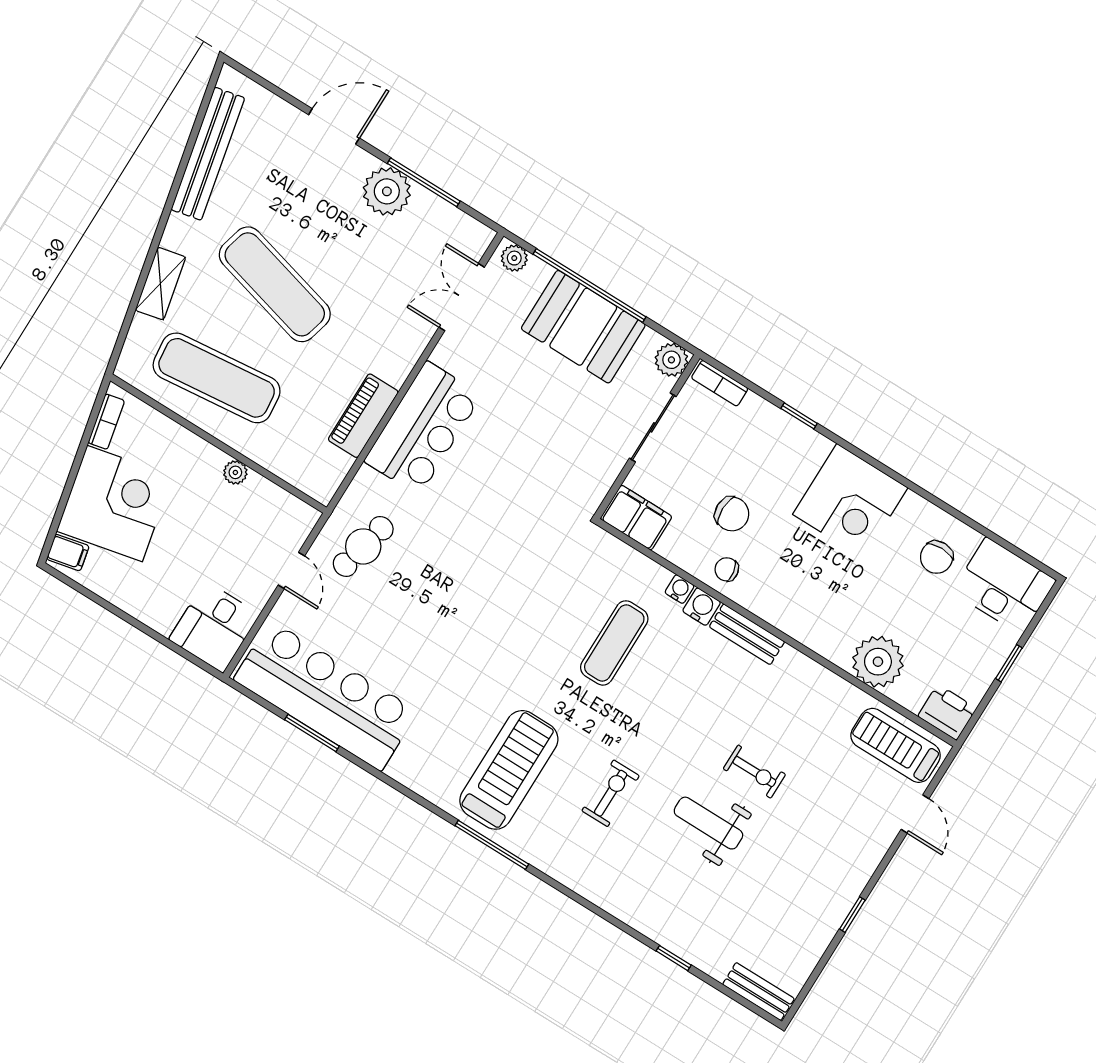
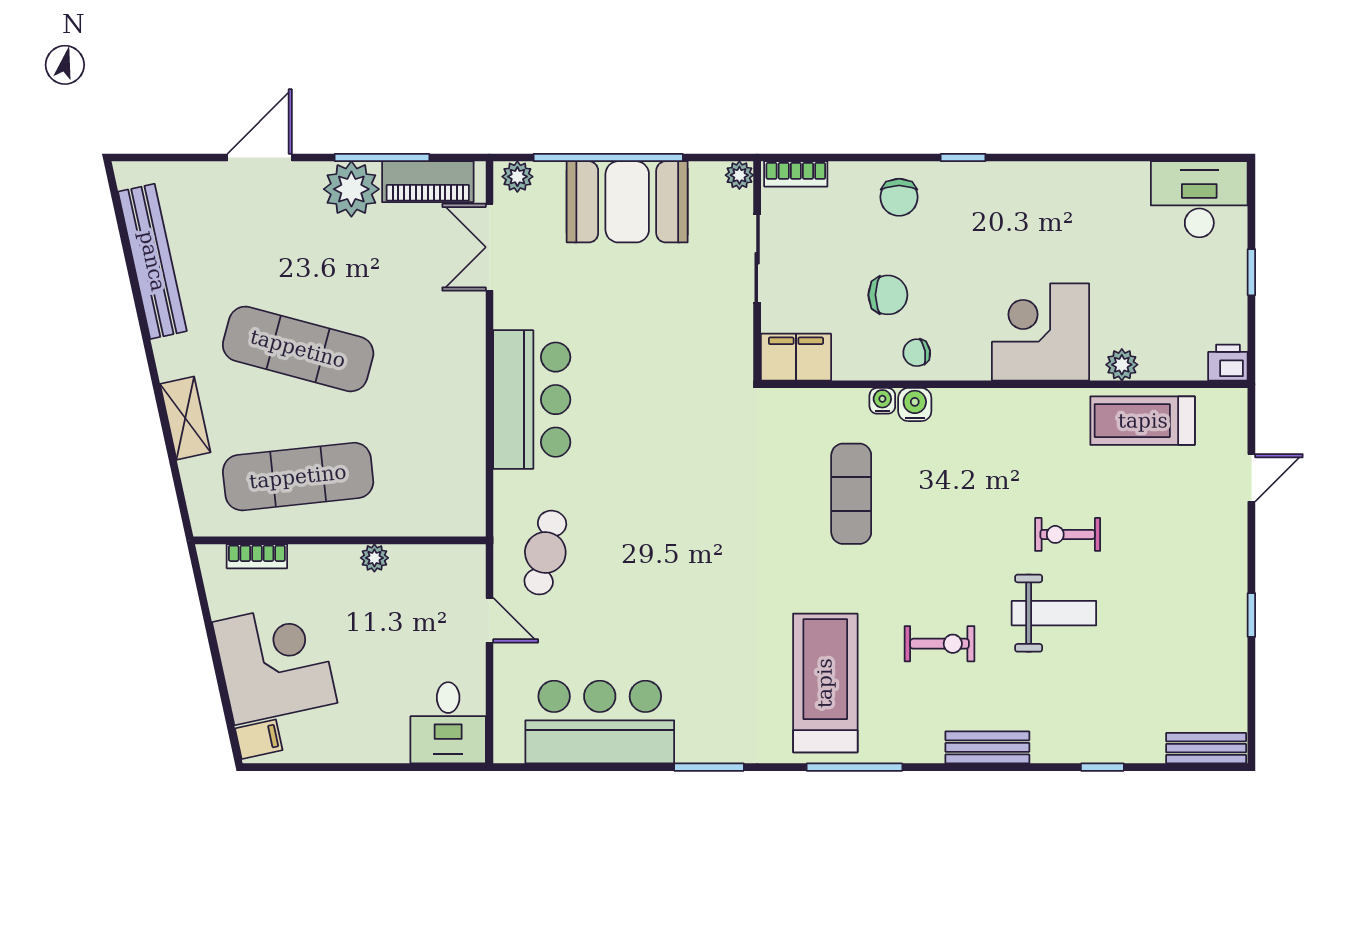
plant: (671, 360) -> (739, 175), width x0.73, depth x0.73
piano: (363, 416) -> (428, 182), moved, turned -90
window: (799, 416) -> (963, 158), moved
bookcase: (106, 422) -> (257, 556), moved, turned 102
corner desk: (850, 501) -> (1041, 332), moved, turned 180
chair: (937, 557) -> (899, 197), moved
bench: (747, 634) -> (987, 747), moved
plant: (878, 662) -> (1122, 365), width x0.53, depth x0.53
bar counter: (326, 696) -> (600, 722), width x0.73
printer: (947, 712) -> (1228, 363), width x0.73, depth x0.81
window: (312, 733) -> (709, 767), moved
treadmill: (896, 745) -> (1143, 421), moved
exercise bike: (754, 772) -> (1068, 534), turned 180
exercise bike: (611, 793) -> (940, 644), turned 90
door: (915, 814) -> (1251, 478), hinge flipped
weight bench: (708, 823) -> (1054, 613), turned 180

